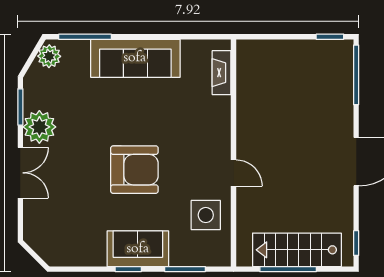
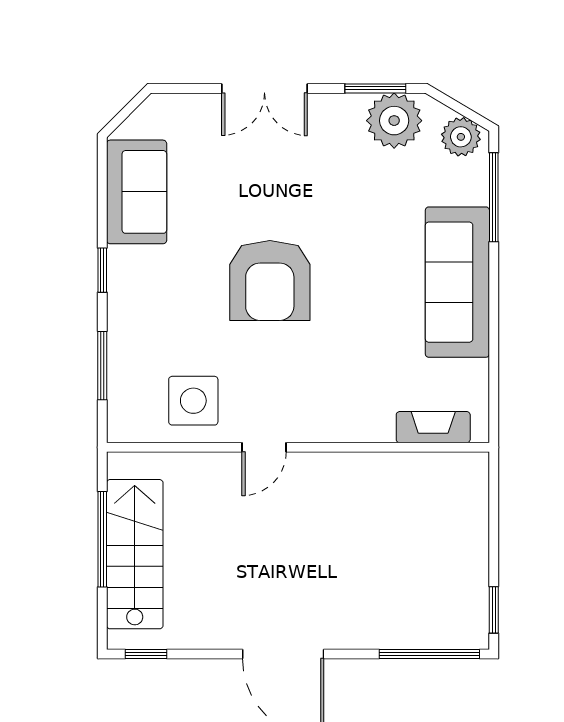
plant: (39, 127) -> (394, 121), moved
sofa: (138, 249) -> (137, 192), moved

